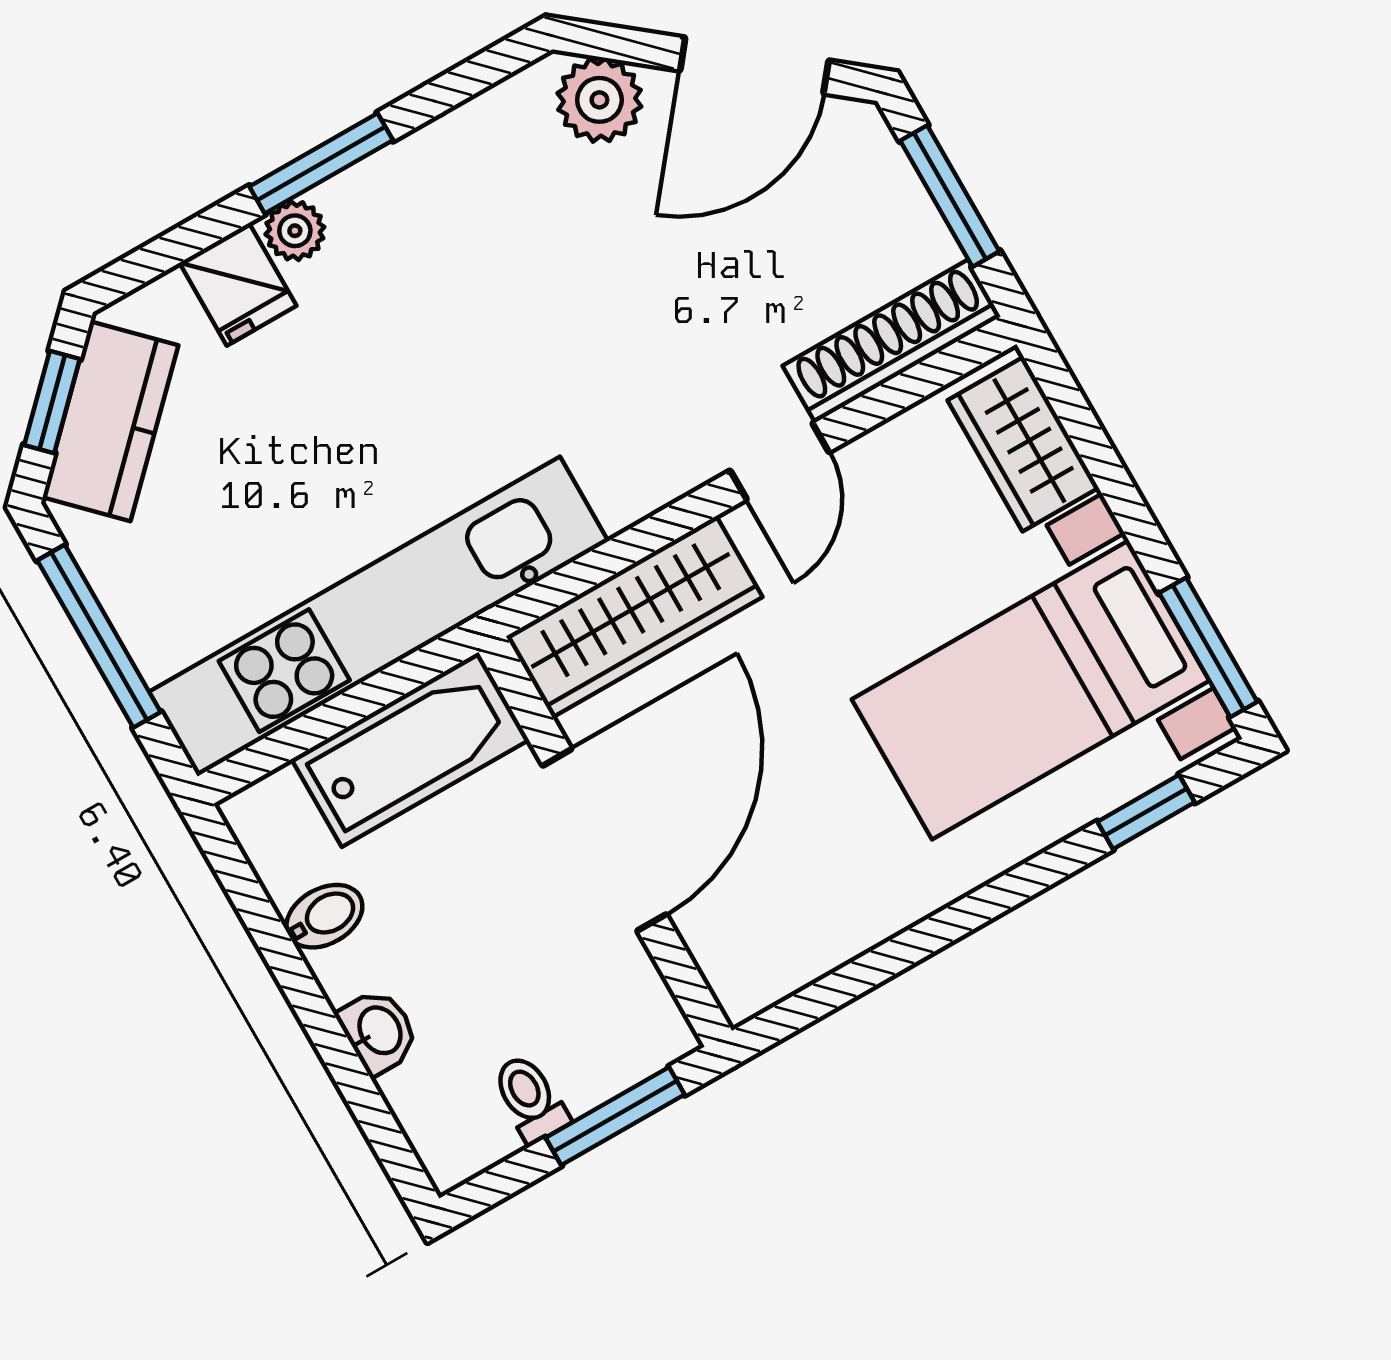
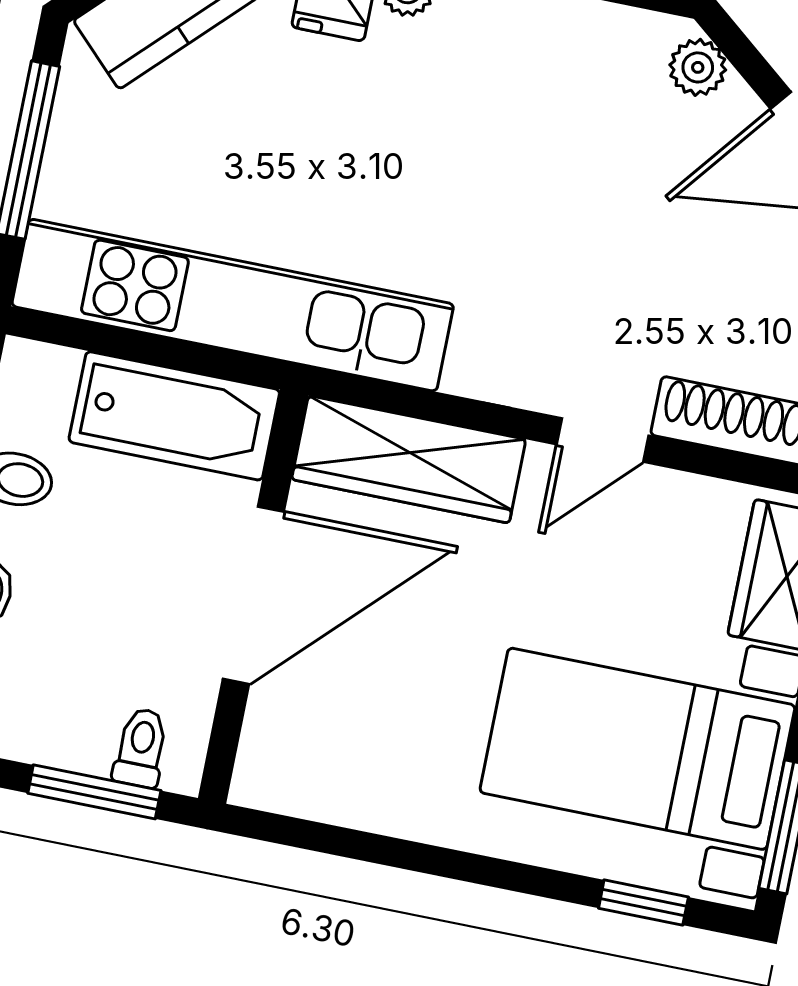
plant: (599, 100) -> (698, 67), width x0.73, depth x0.73
toilet: (530, 1099) -> (141, 748), moved

